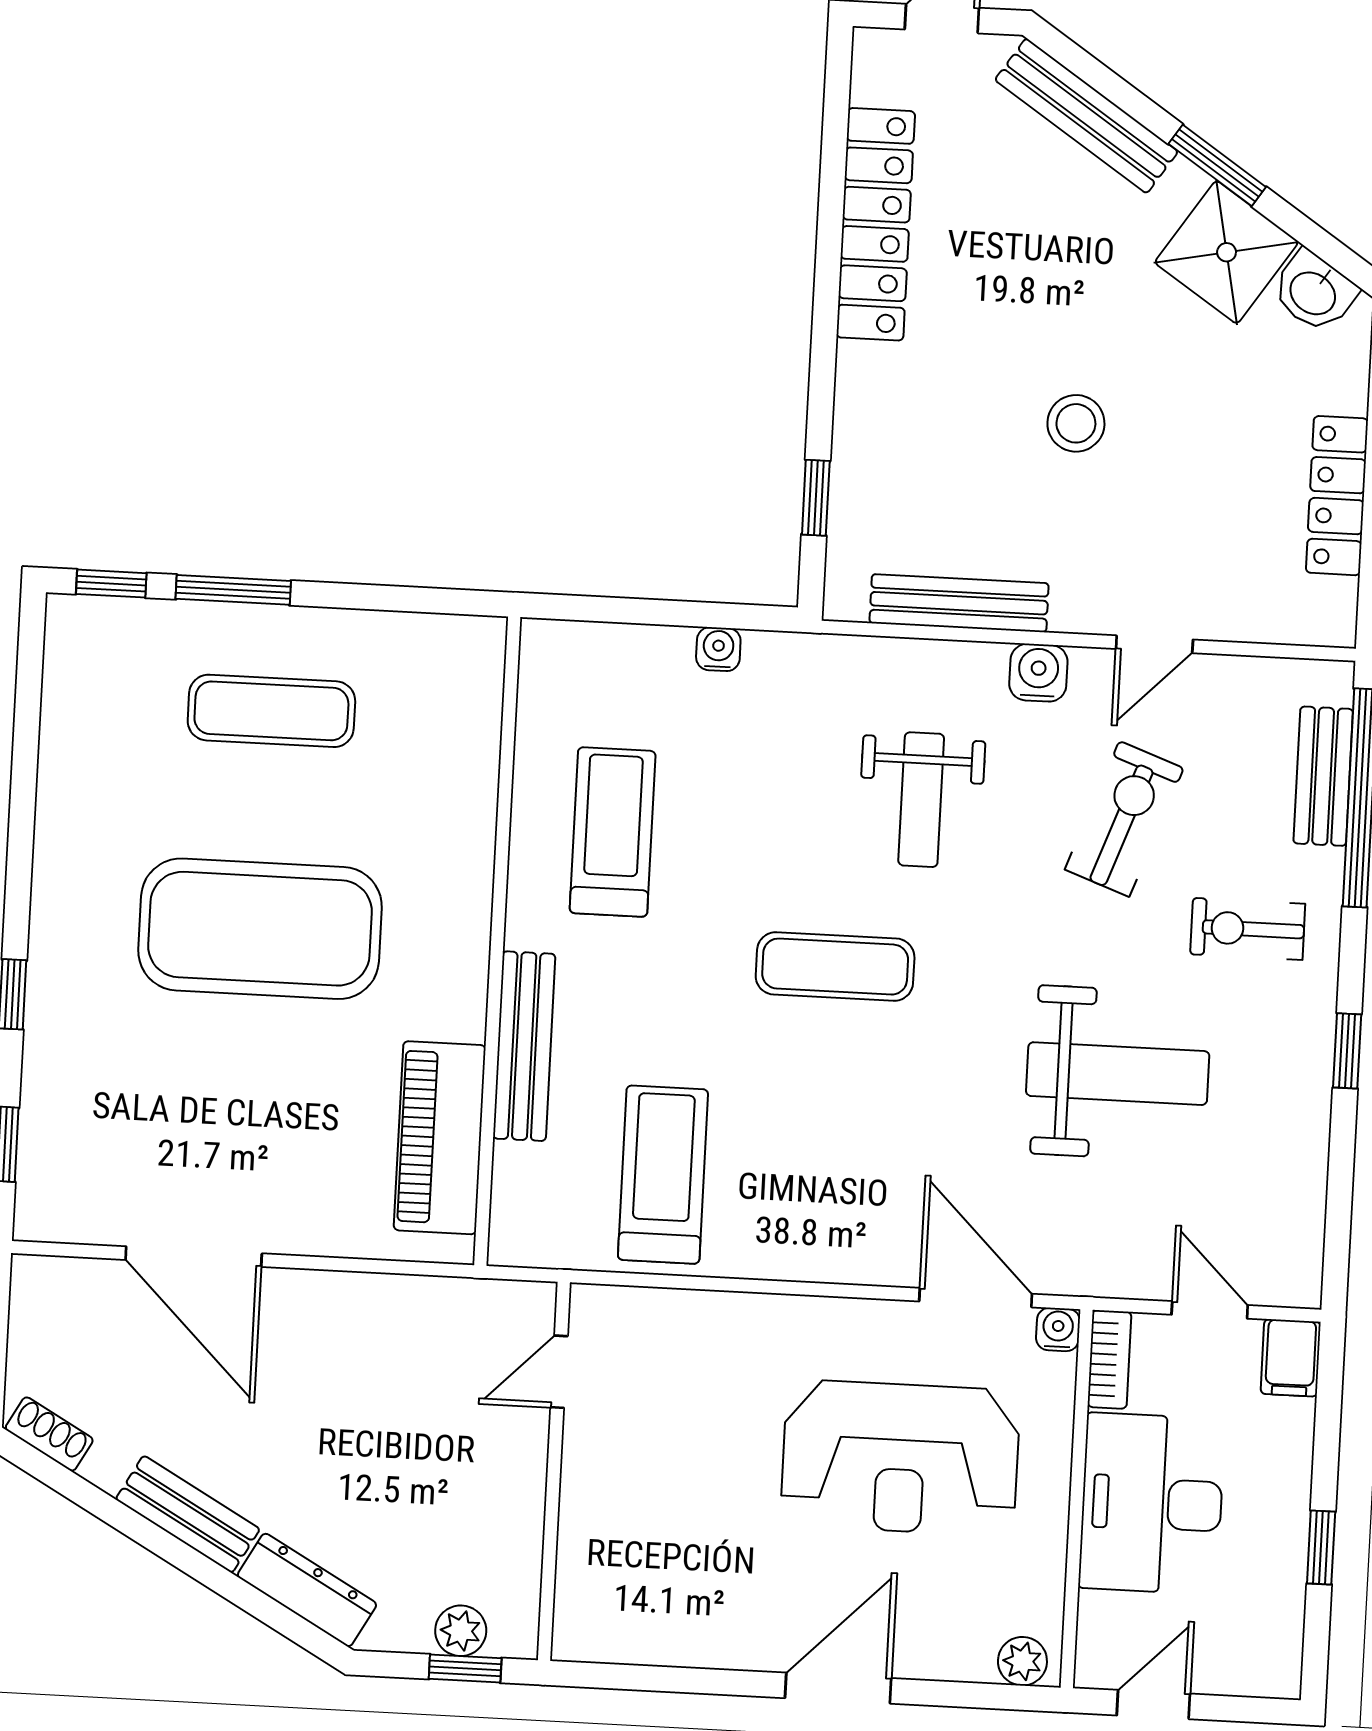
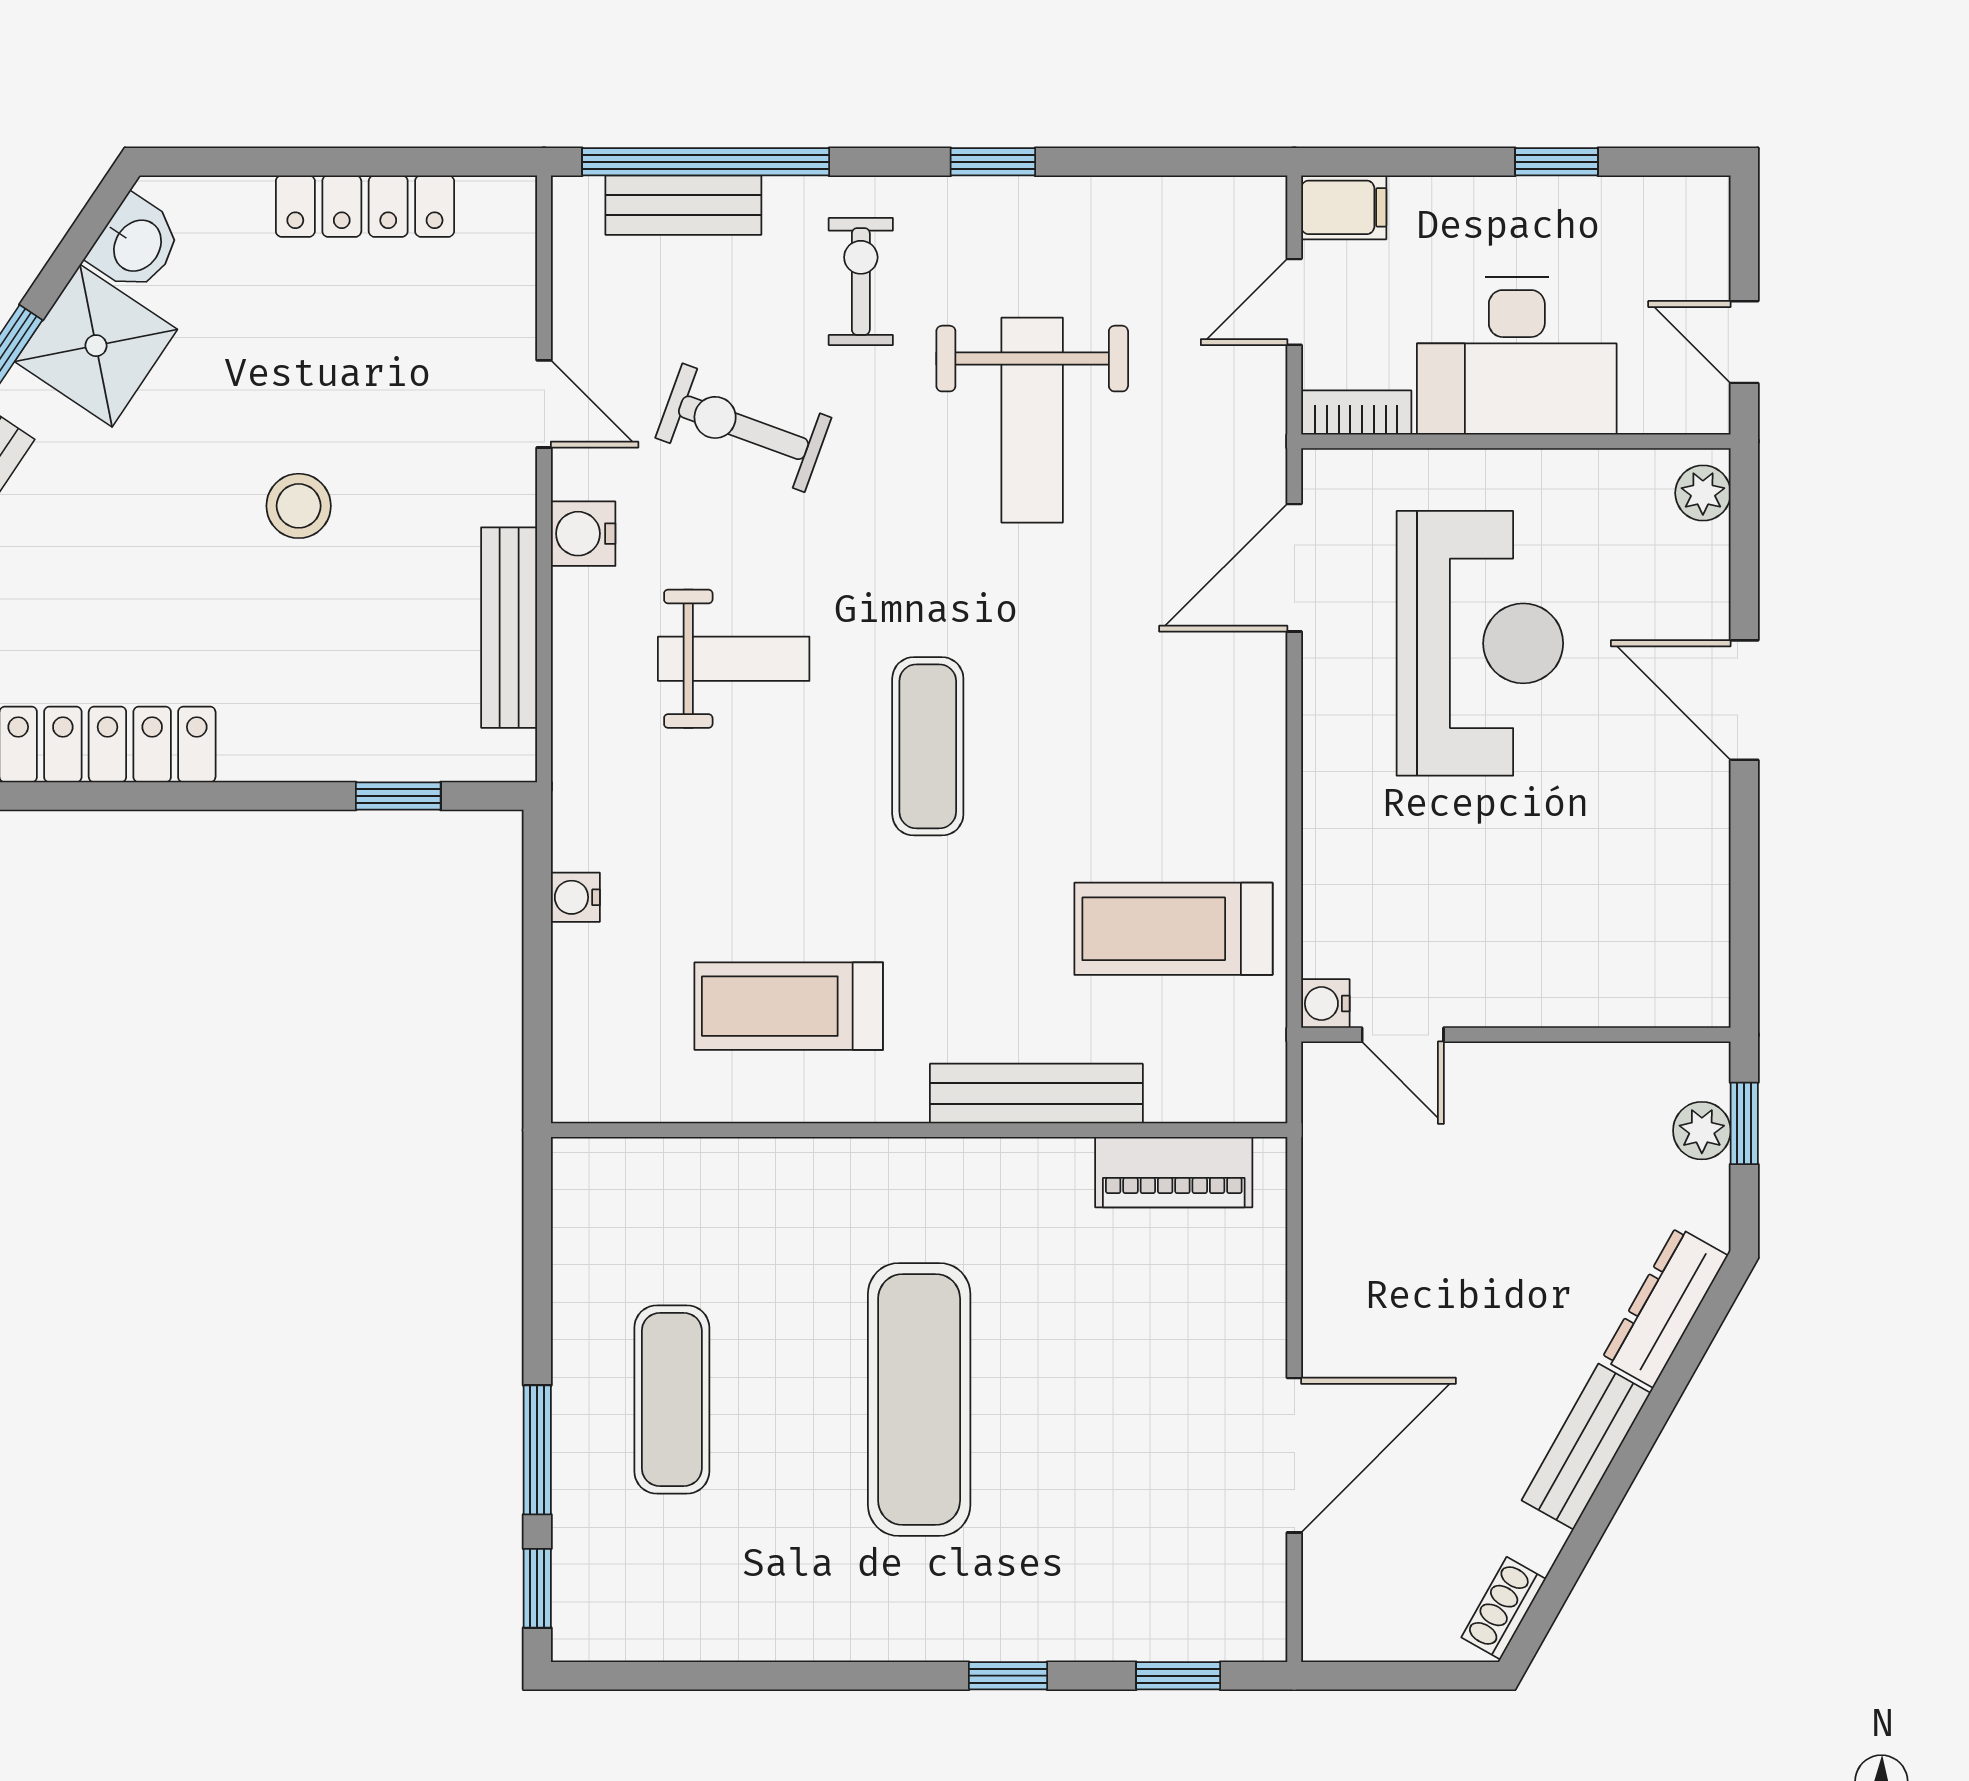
exercise mat: (260, 929) -> (919, 1399), width x0.68
exercise bike: (1248, 929) -> (861, 281), turned 180
weight bench: (1118, 1074) -> (1032, 420), turned 180
piano: (440, 1138) -> (1174, 1172), width x0.73, depth x0.75
water cooler: (1058, 1329) -> (1325, 1004), moved

